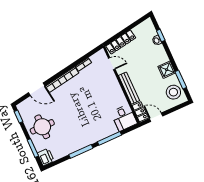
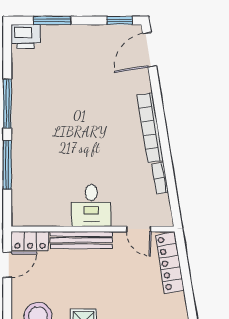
door: (112, 64) -> (139, 229), hinge flipped
door: (37, 89) -> (150, 50), moved
desk: (124, 118) -> (91, 206), moved, turned -90
round table: (42, 127) -> (82, 54), removed

